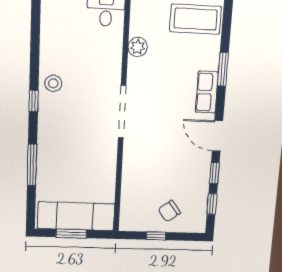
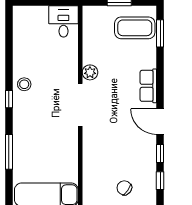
plant: (138, 47) -> (90, 72), moved
window: (223, 69) -> (160, 33), moved
chair: (169, 211) -> (124, 188), turned 72

